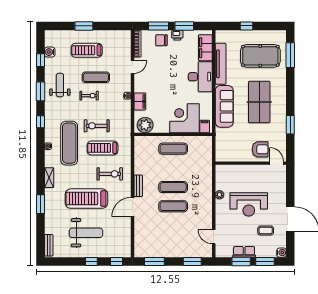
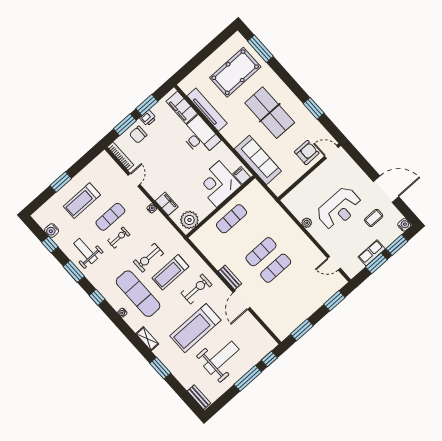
window: (247, 26) -> (200, 57), removed
sofa: (224, 106) -> (258, 160), moved
window: (91, 261) -> (248, 378), width x2.17

